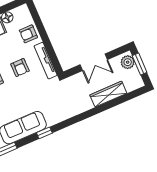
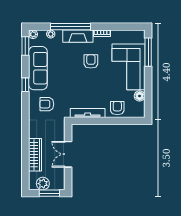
plant: (128, 62) -> (43, 184), moved
armchair: (20, 67) -> (47, 104), moved

